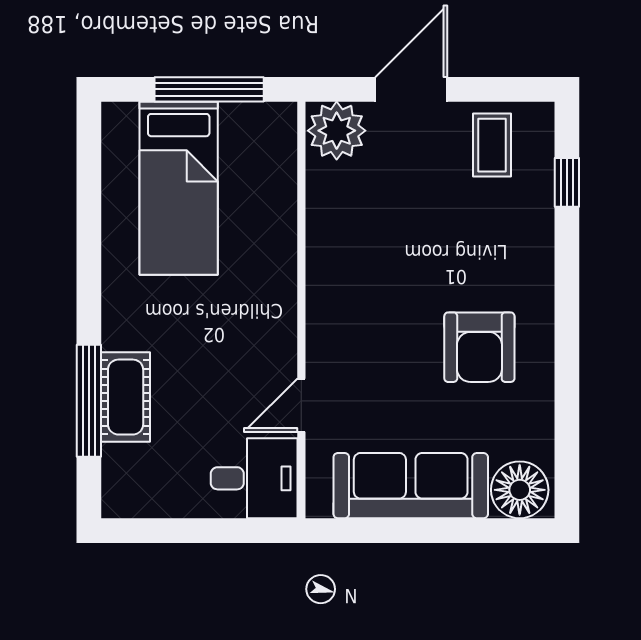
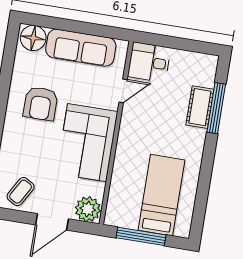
coffee table: (492, 145) -> (21, 192), turned 30
corner sofa: (363, 278) -> (87, 143), added
armchair: (479, 347) -> (41, 104), turned 180

